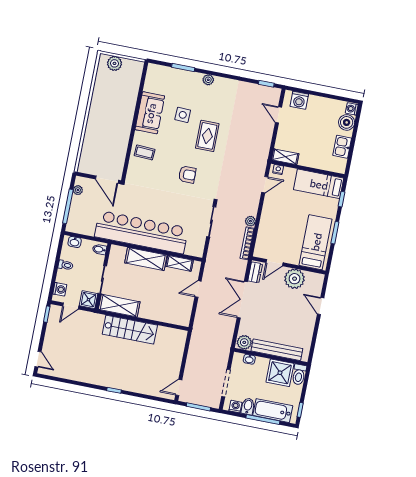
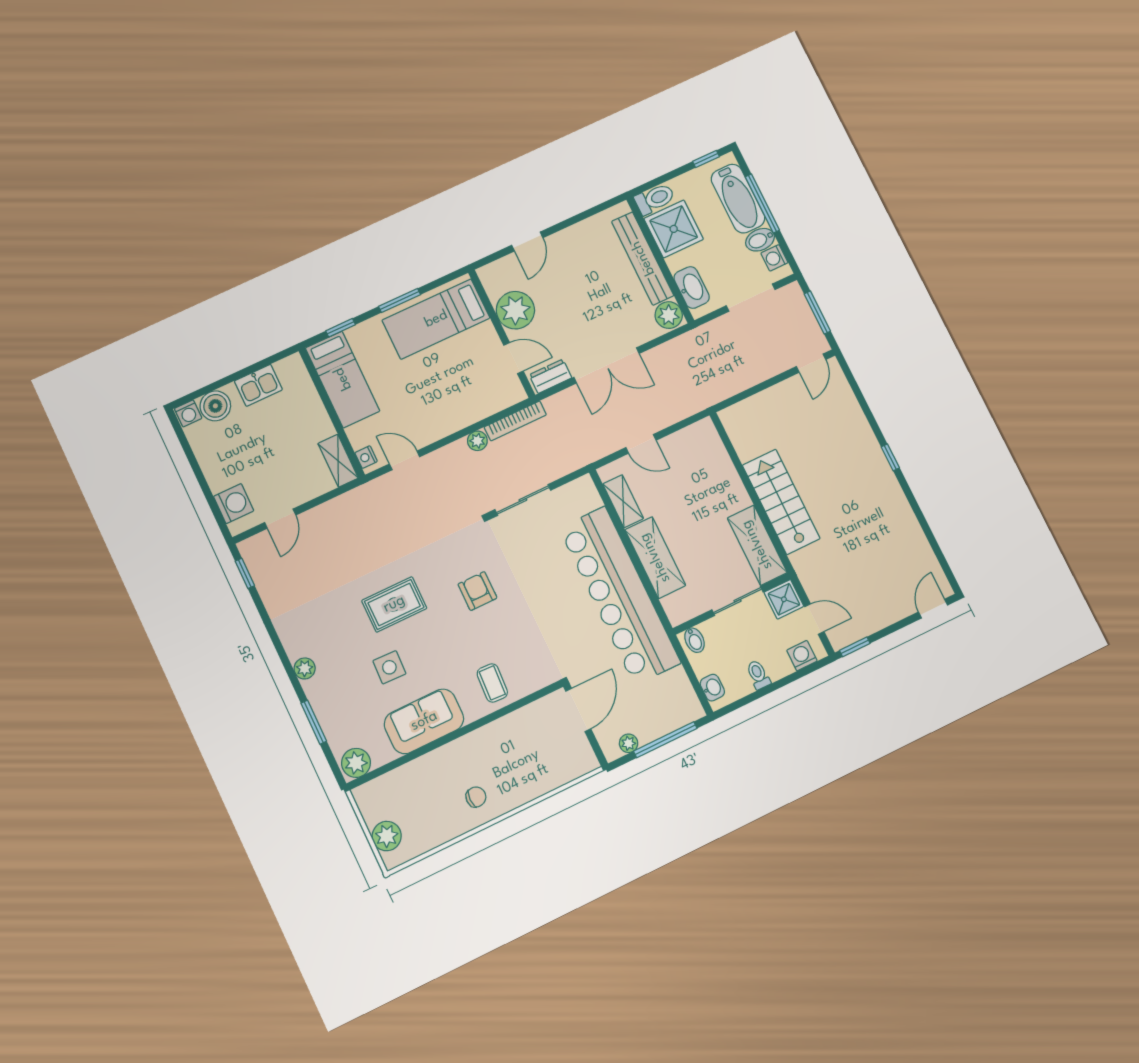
plant: (154, 73) -> (356, 763), added
chair: (103, 111) -> (476, 797), added
washbasin: (249, 359) -> (692, 287), width x1.91, depth x1.45
door: (179, 387) -> (811, 363), hinge flipped

